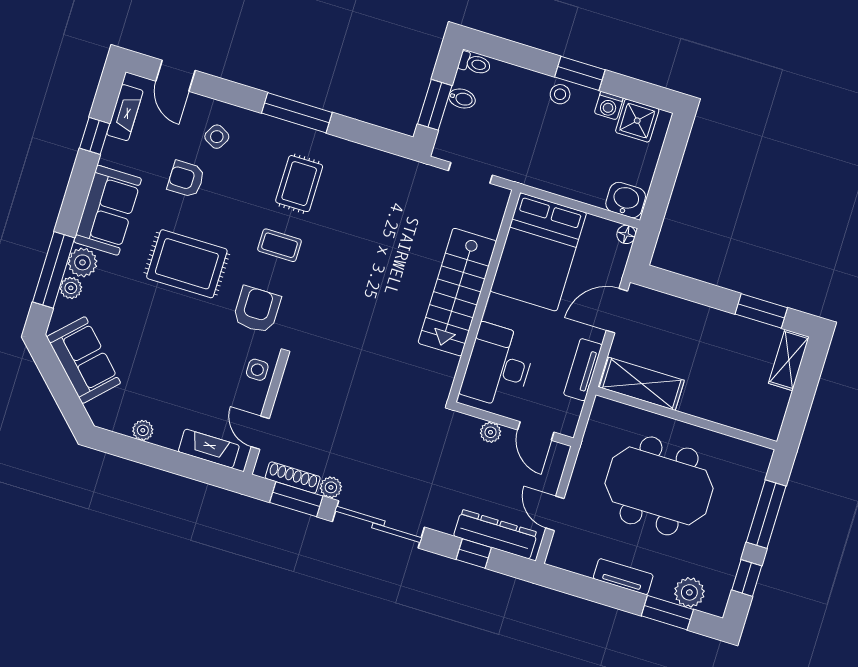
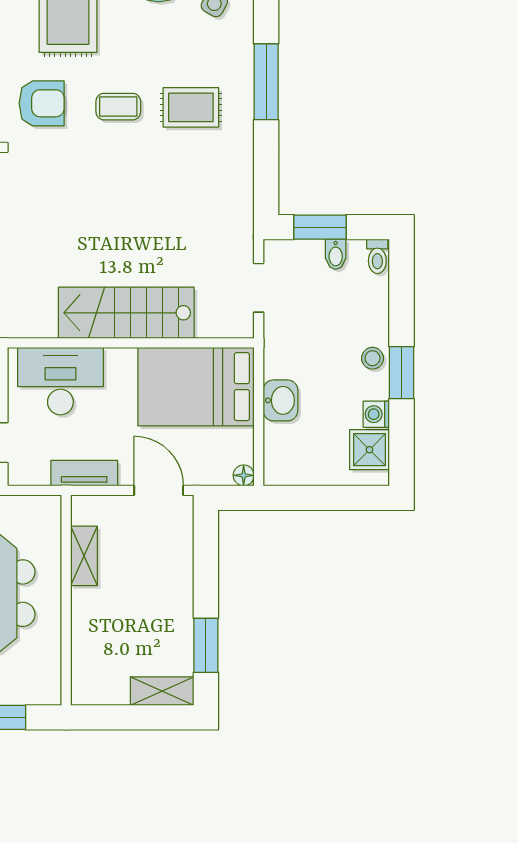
washbasin: (626, 200) -> (280, 400), moved
coffee table: (280, 245) -> (118, 107), turned 90
shelving: (642, 384) -> (84, 556), width x0.67, depth x0.75

